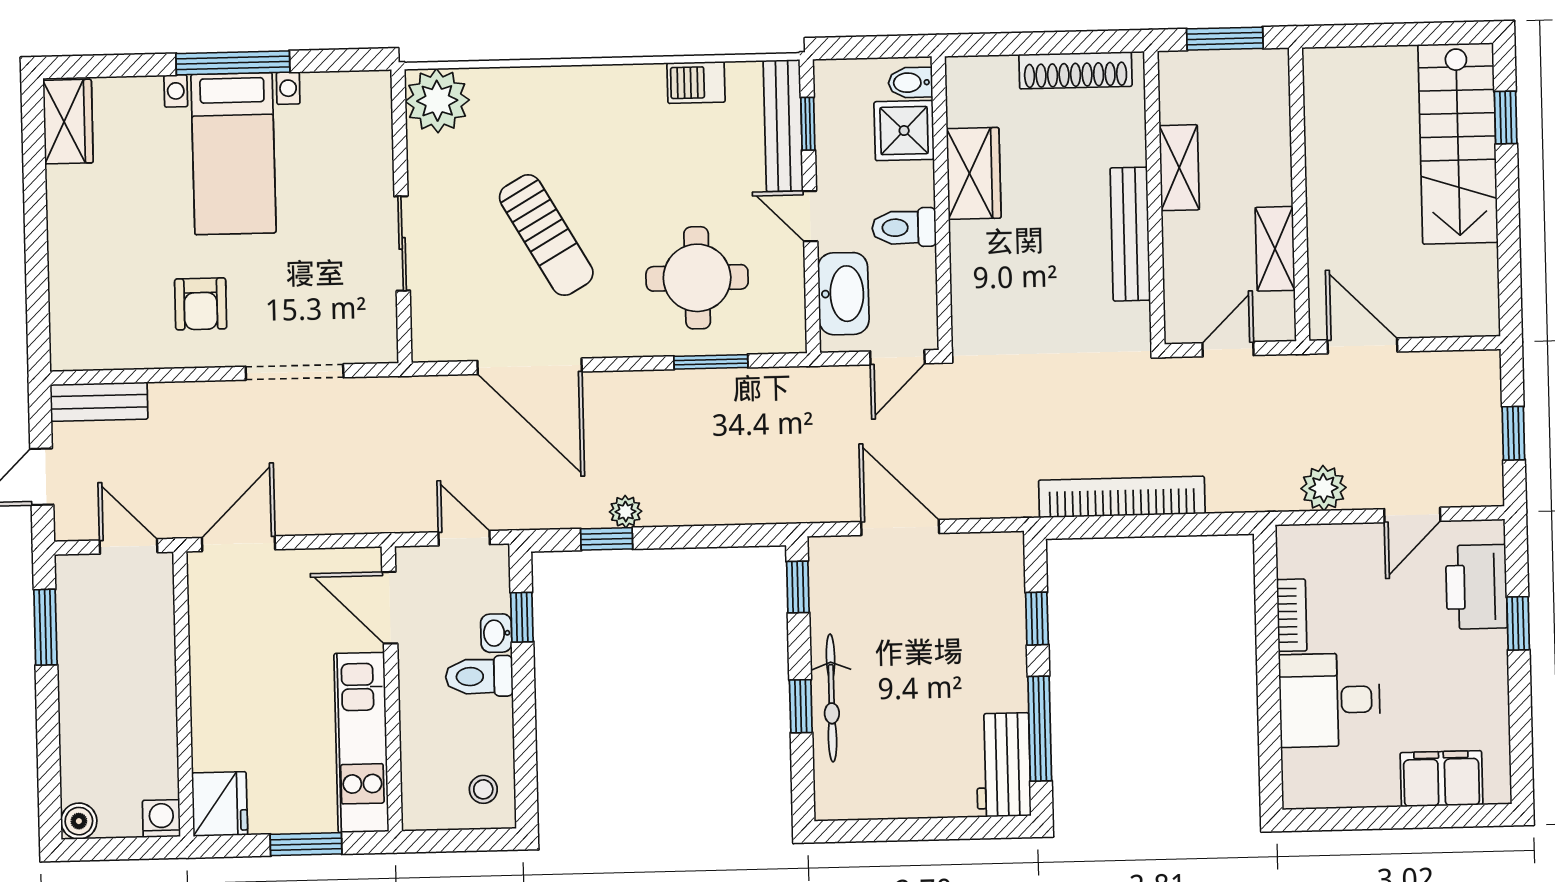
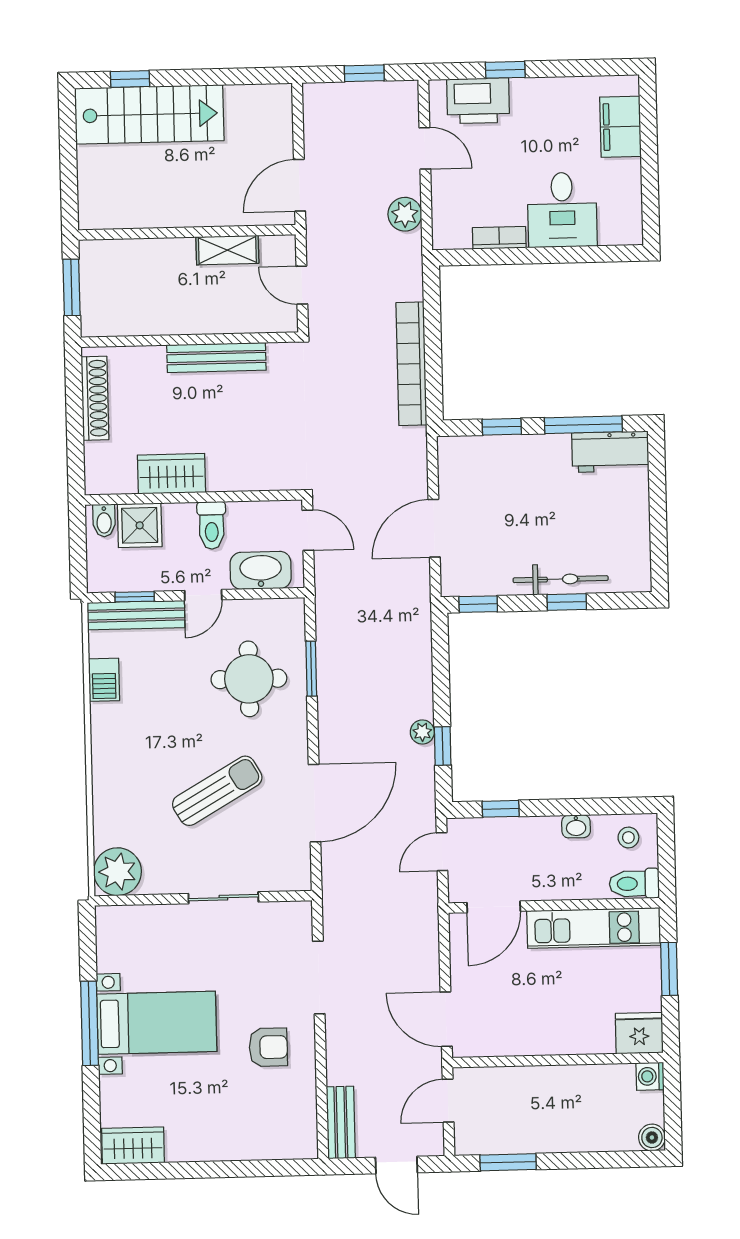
shelving: (1179, 168) -> (167, 321), removed
washbasin: (496, 633) -> (576, 826), moved
toilet: (479, 676) -> (634, 884), moved, turned 90

